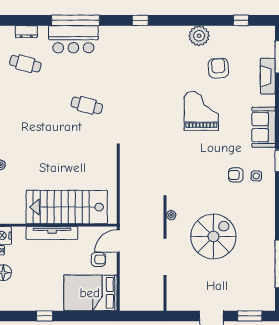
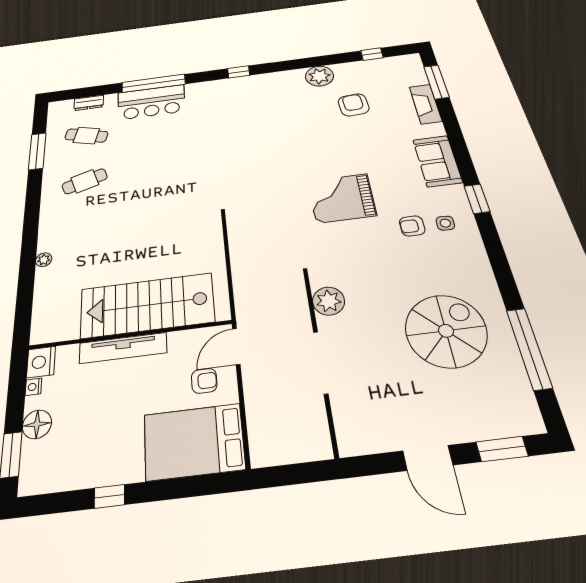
cafe table: (87, 105) -> (85, 181), moved, turned -33
grand piano: (201, 111) -> (342, 198), moved, turned -90
plant: (171, 215) -> (329, 301), width x1.88, depth x1.88
spiral stairs: (213, 237) -> (446, 331), moved

